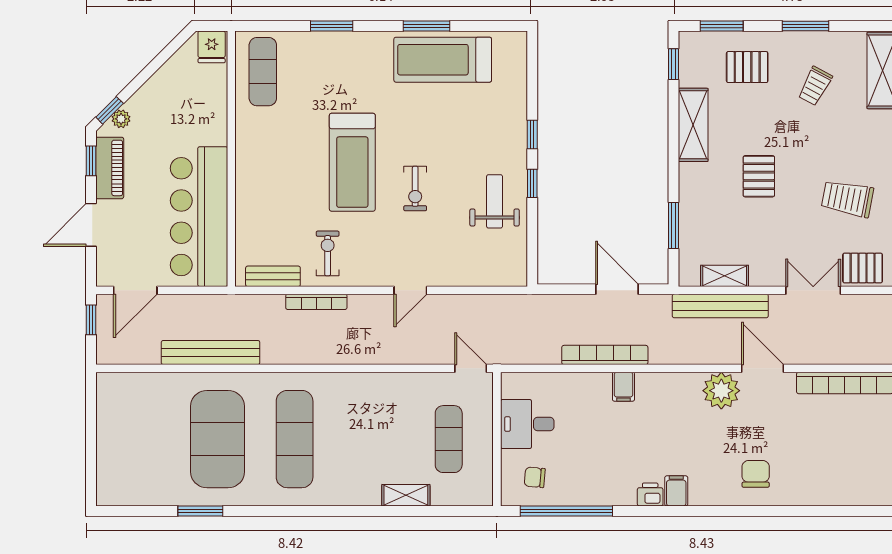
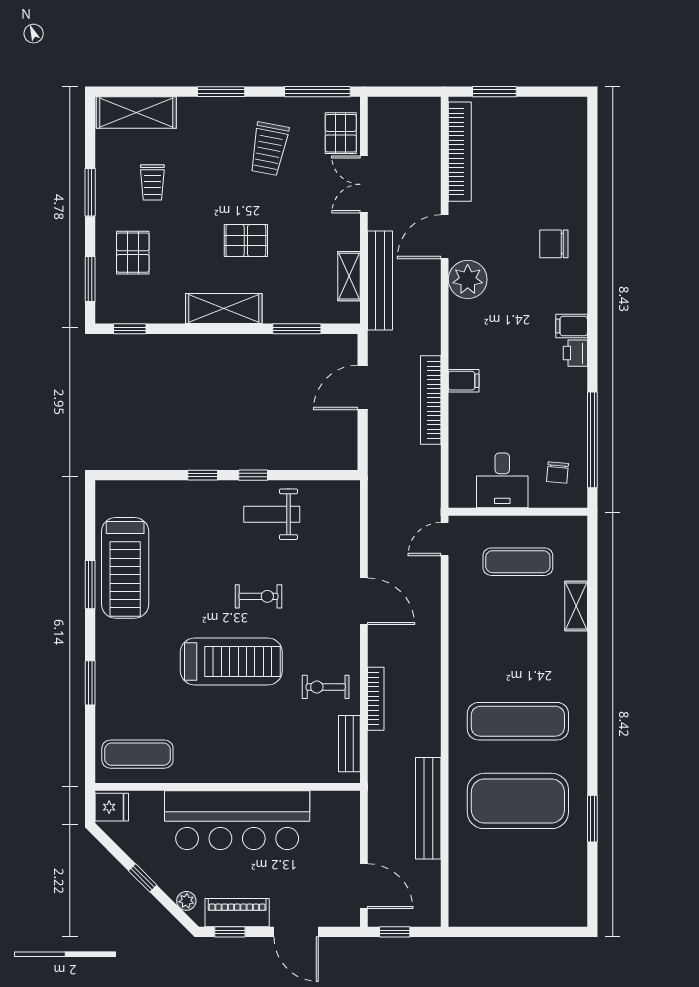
trolley: (815, 86) -> (152, 182), turned 62
window: (110, 110) -> (143, 878), moved
shelving: (693, 125) -> (224, 309), moved
bar counter: (199, 217) -> (237, 820), moved
door: (410, 290) -> (364, 601), width x1.38

